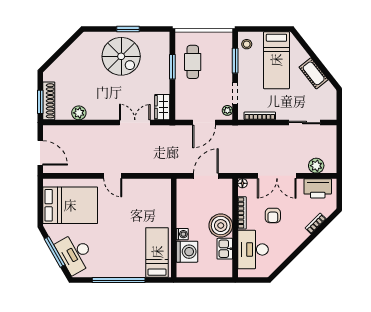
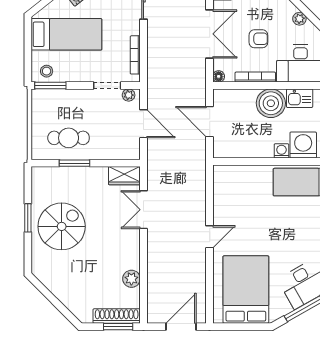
window: (235, 61) -> (50, 86), moved
plant: (289, 249) -> (299, 19), added

